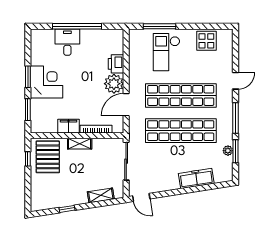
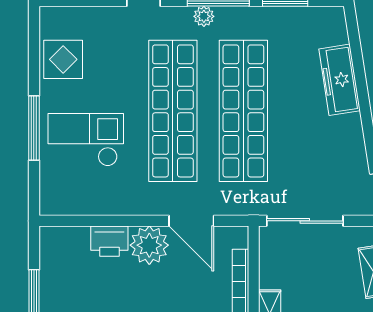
window: (159, 26) -> (34, 128), moved
checkout: (166, 52) -> (86, 140), turned 180
plant: (228, 151) -> (204, 16), moved

